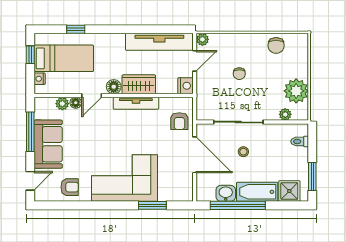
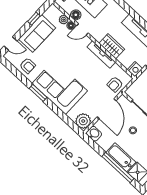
floor lamp: (114, 87) -> (76, 15), moved
window: (30, 132) -> (34, 19), width x0.46
plant: (182, 191) -> (83, 121), added
washbasin: (226, 193) -> (94, 134), moved
window: (152, 205) -> (38, 93), moved
window: (238, 205) -> (118, 168), moved

